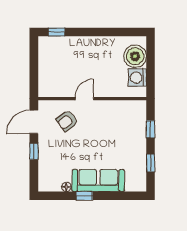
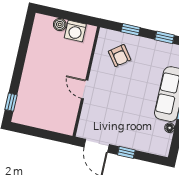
boiler: (135, 56) -> (60, 24), width x0.54, depth x0.54
armchair: (67, 121) -> (120, 56), moved

